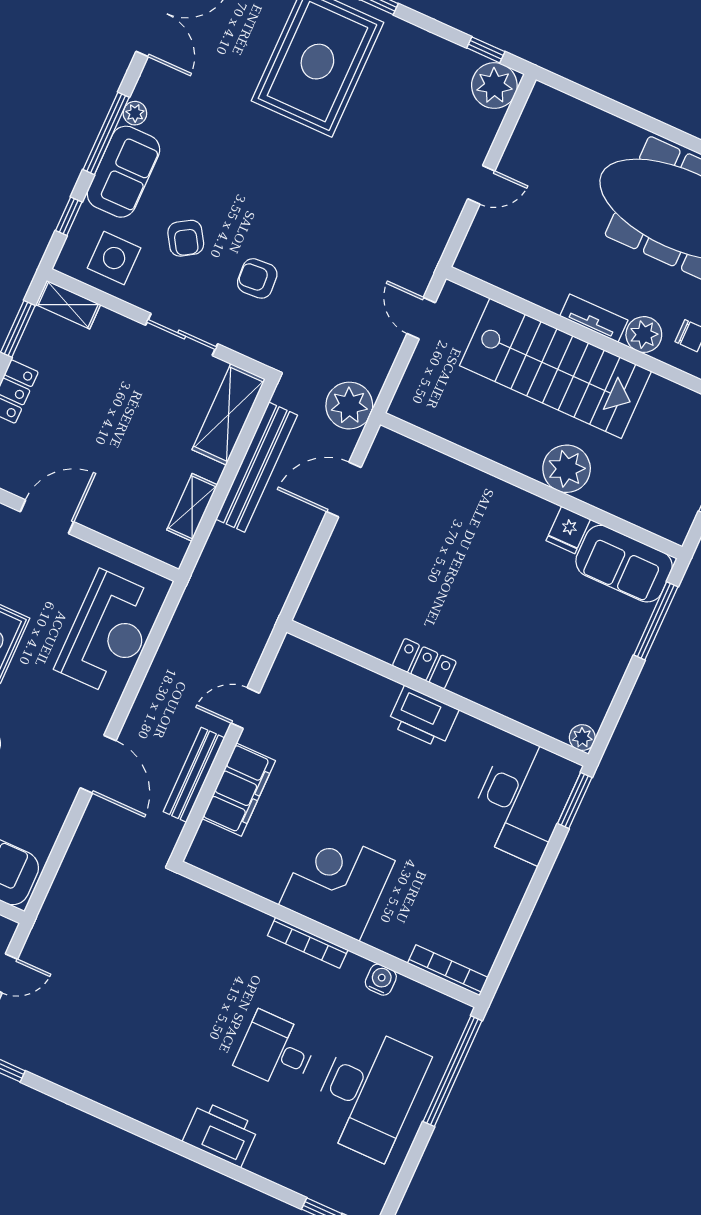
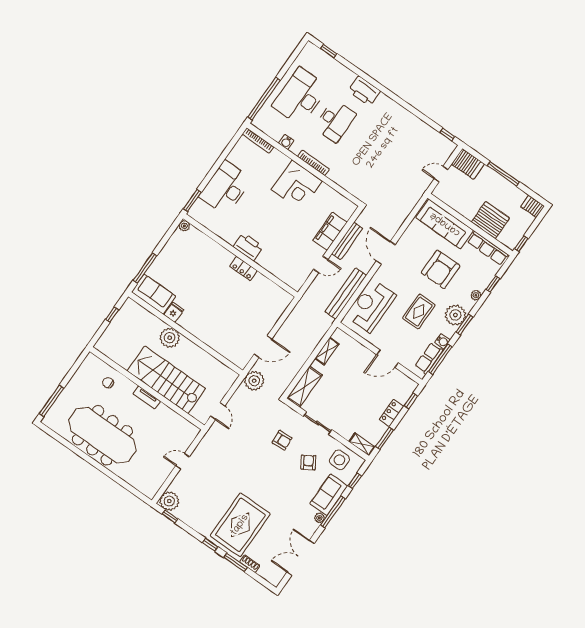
plant: (644, 335) -> (127, 387), removed
bench: (257, 467) -> (346, 294), moved
desk: (523, 799) -> (226, 188), moved
desk: (276, 1051) -> (335, 121), width x1.37

